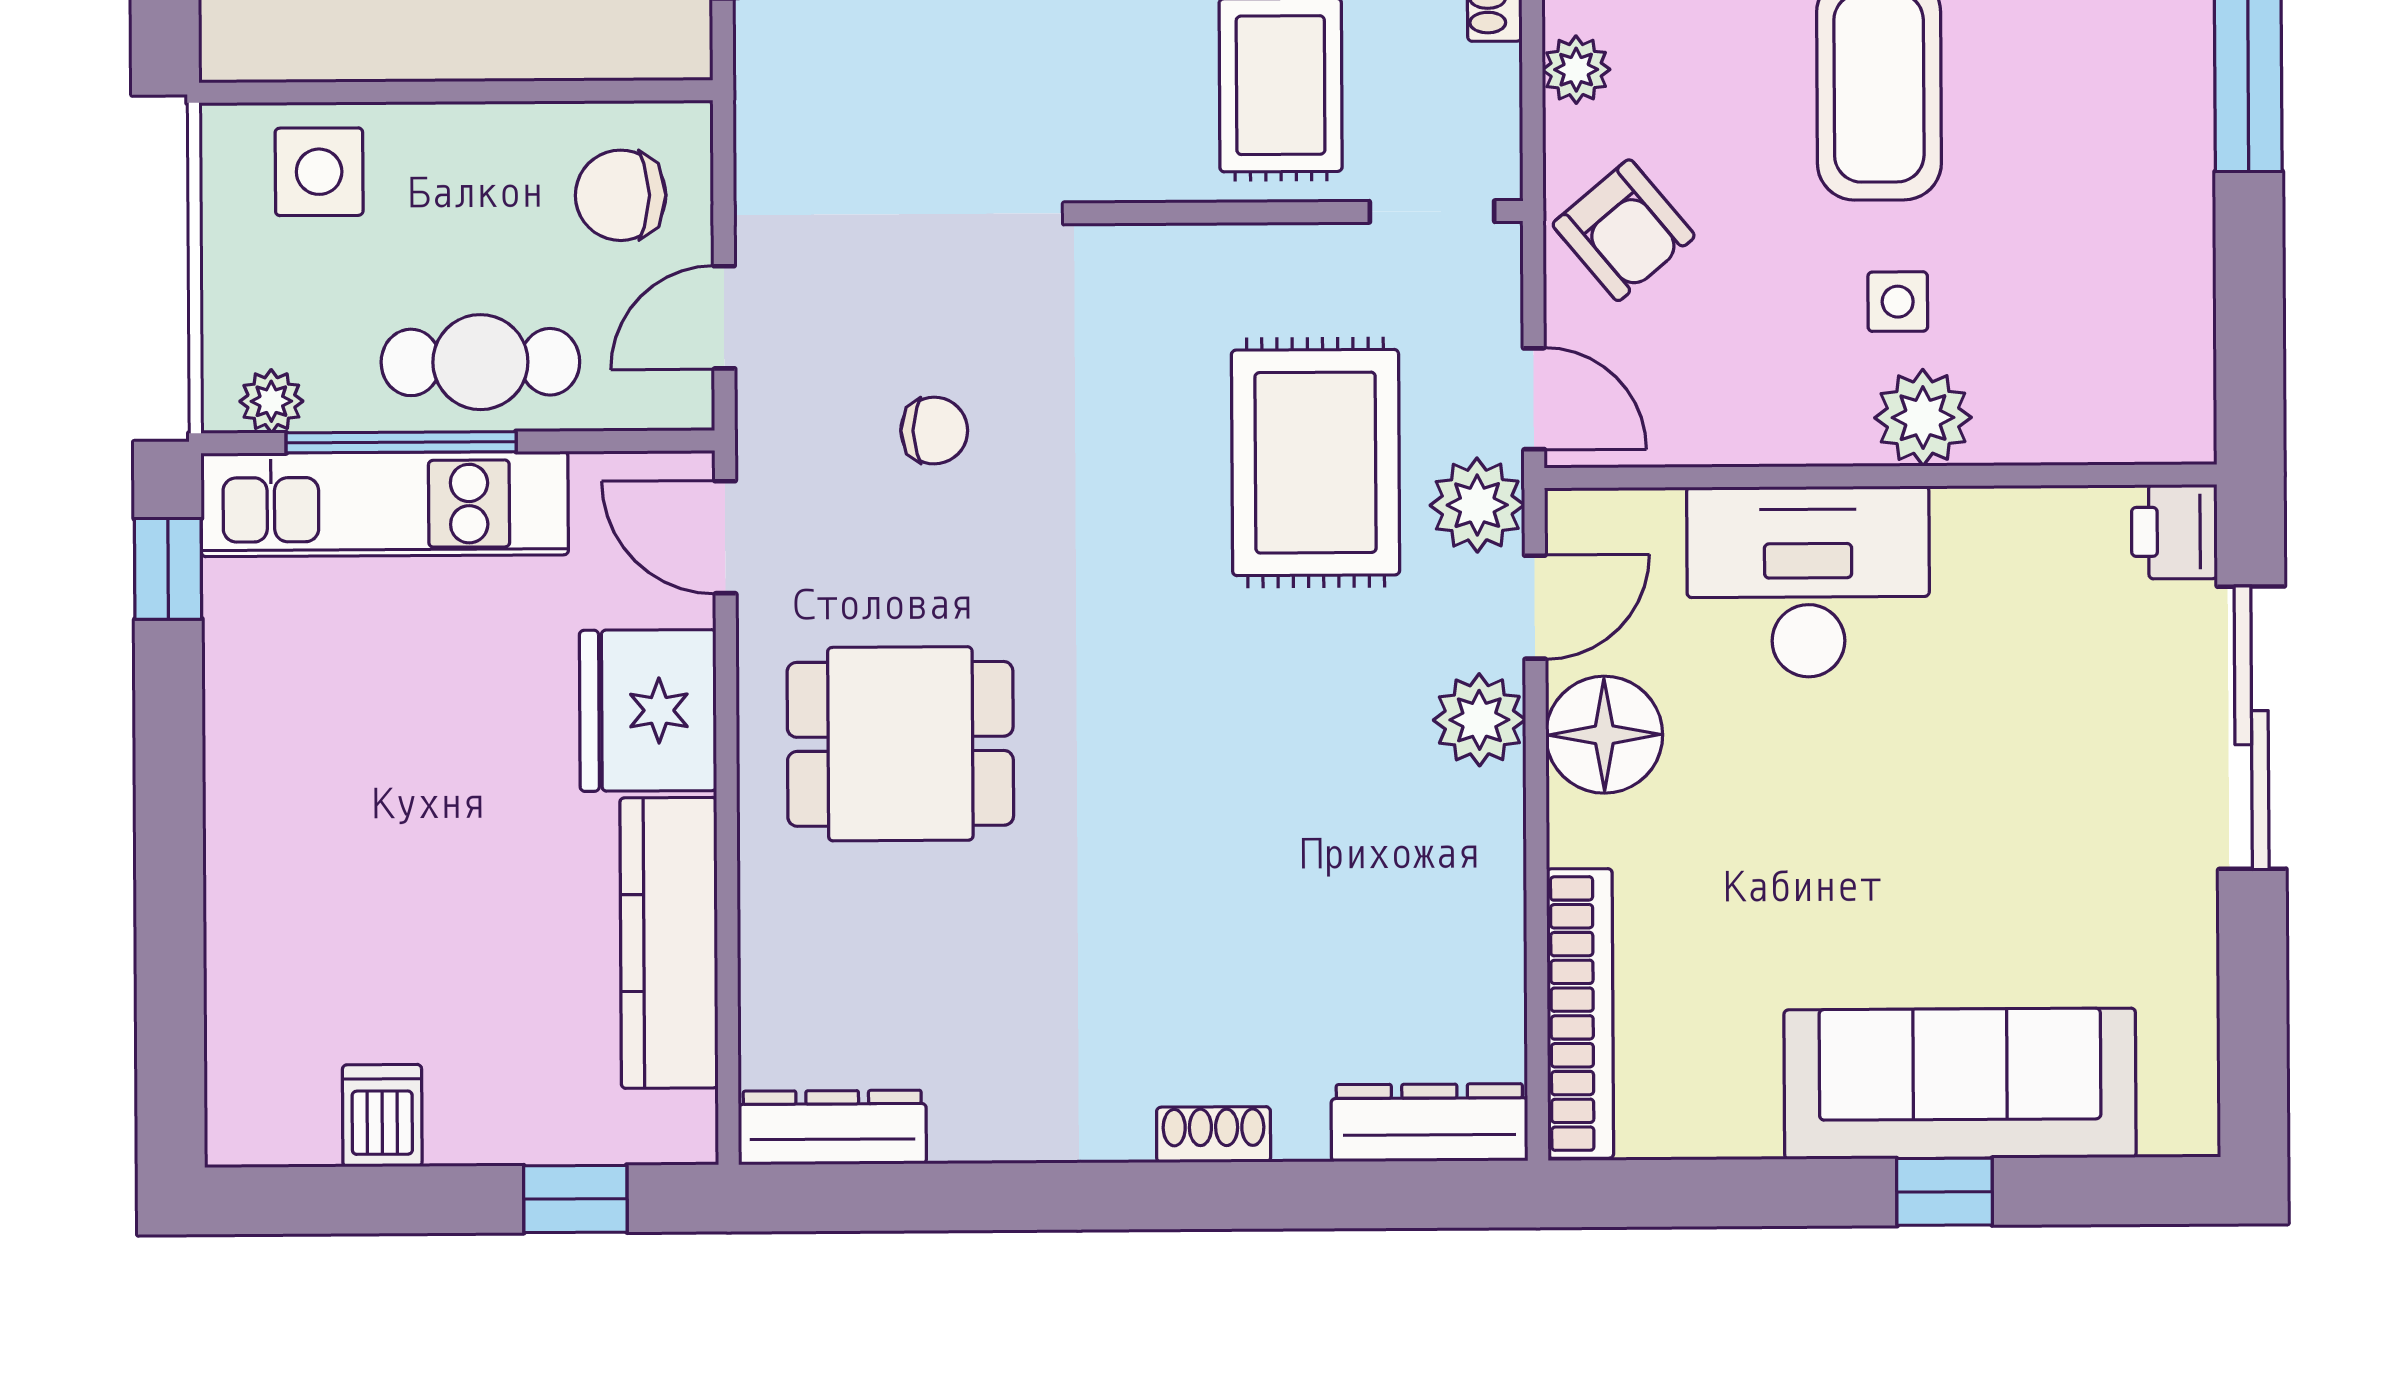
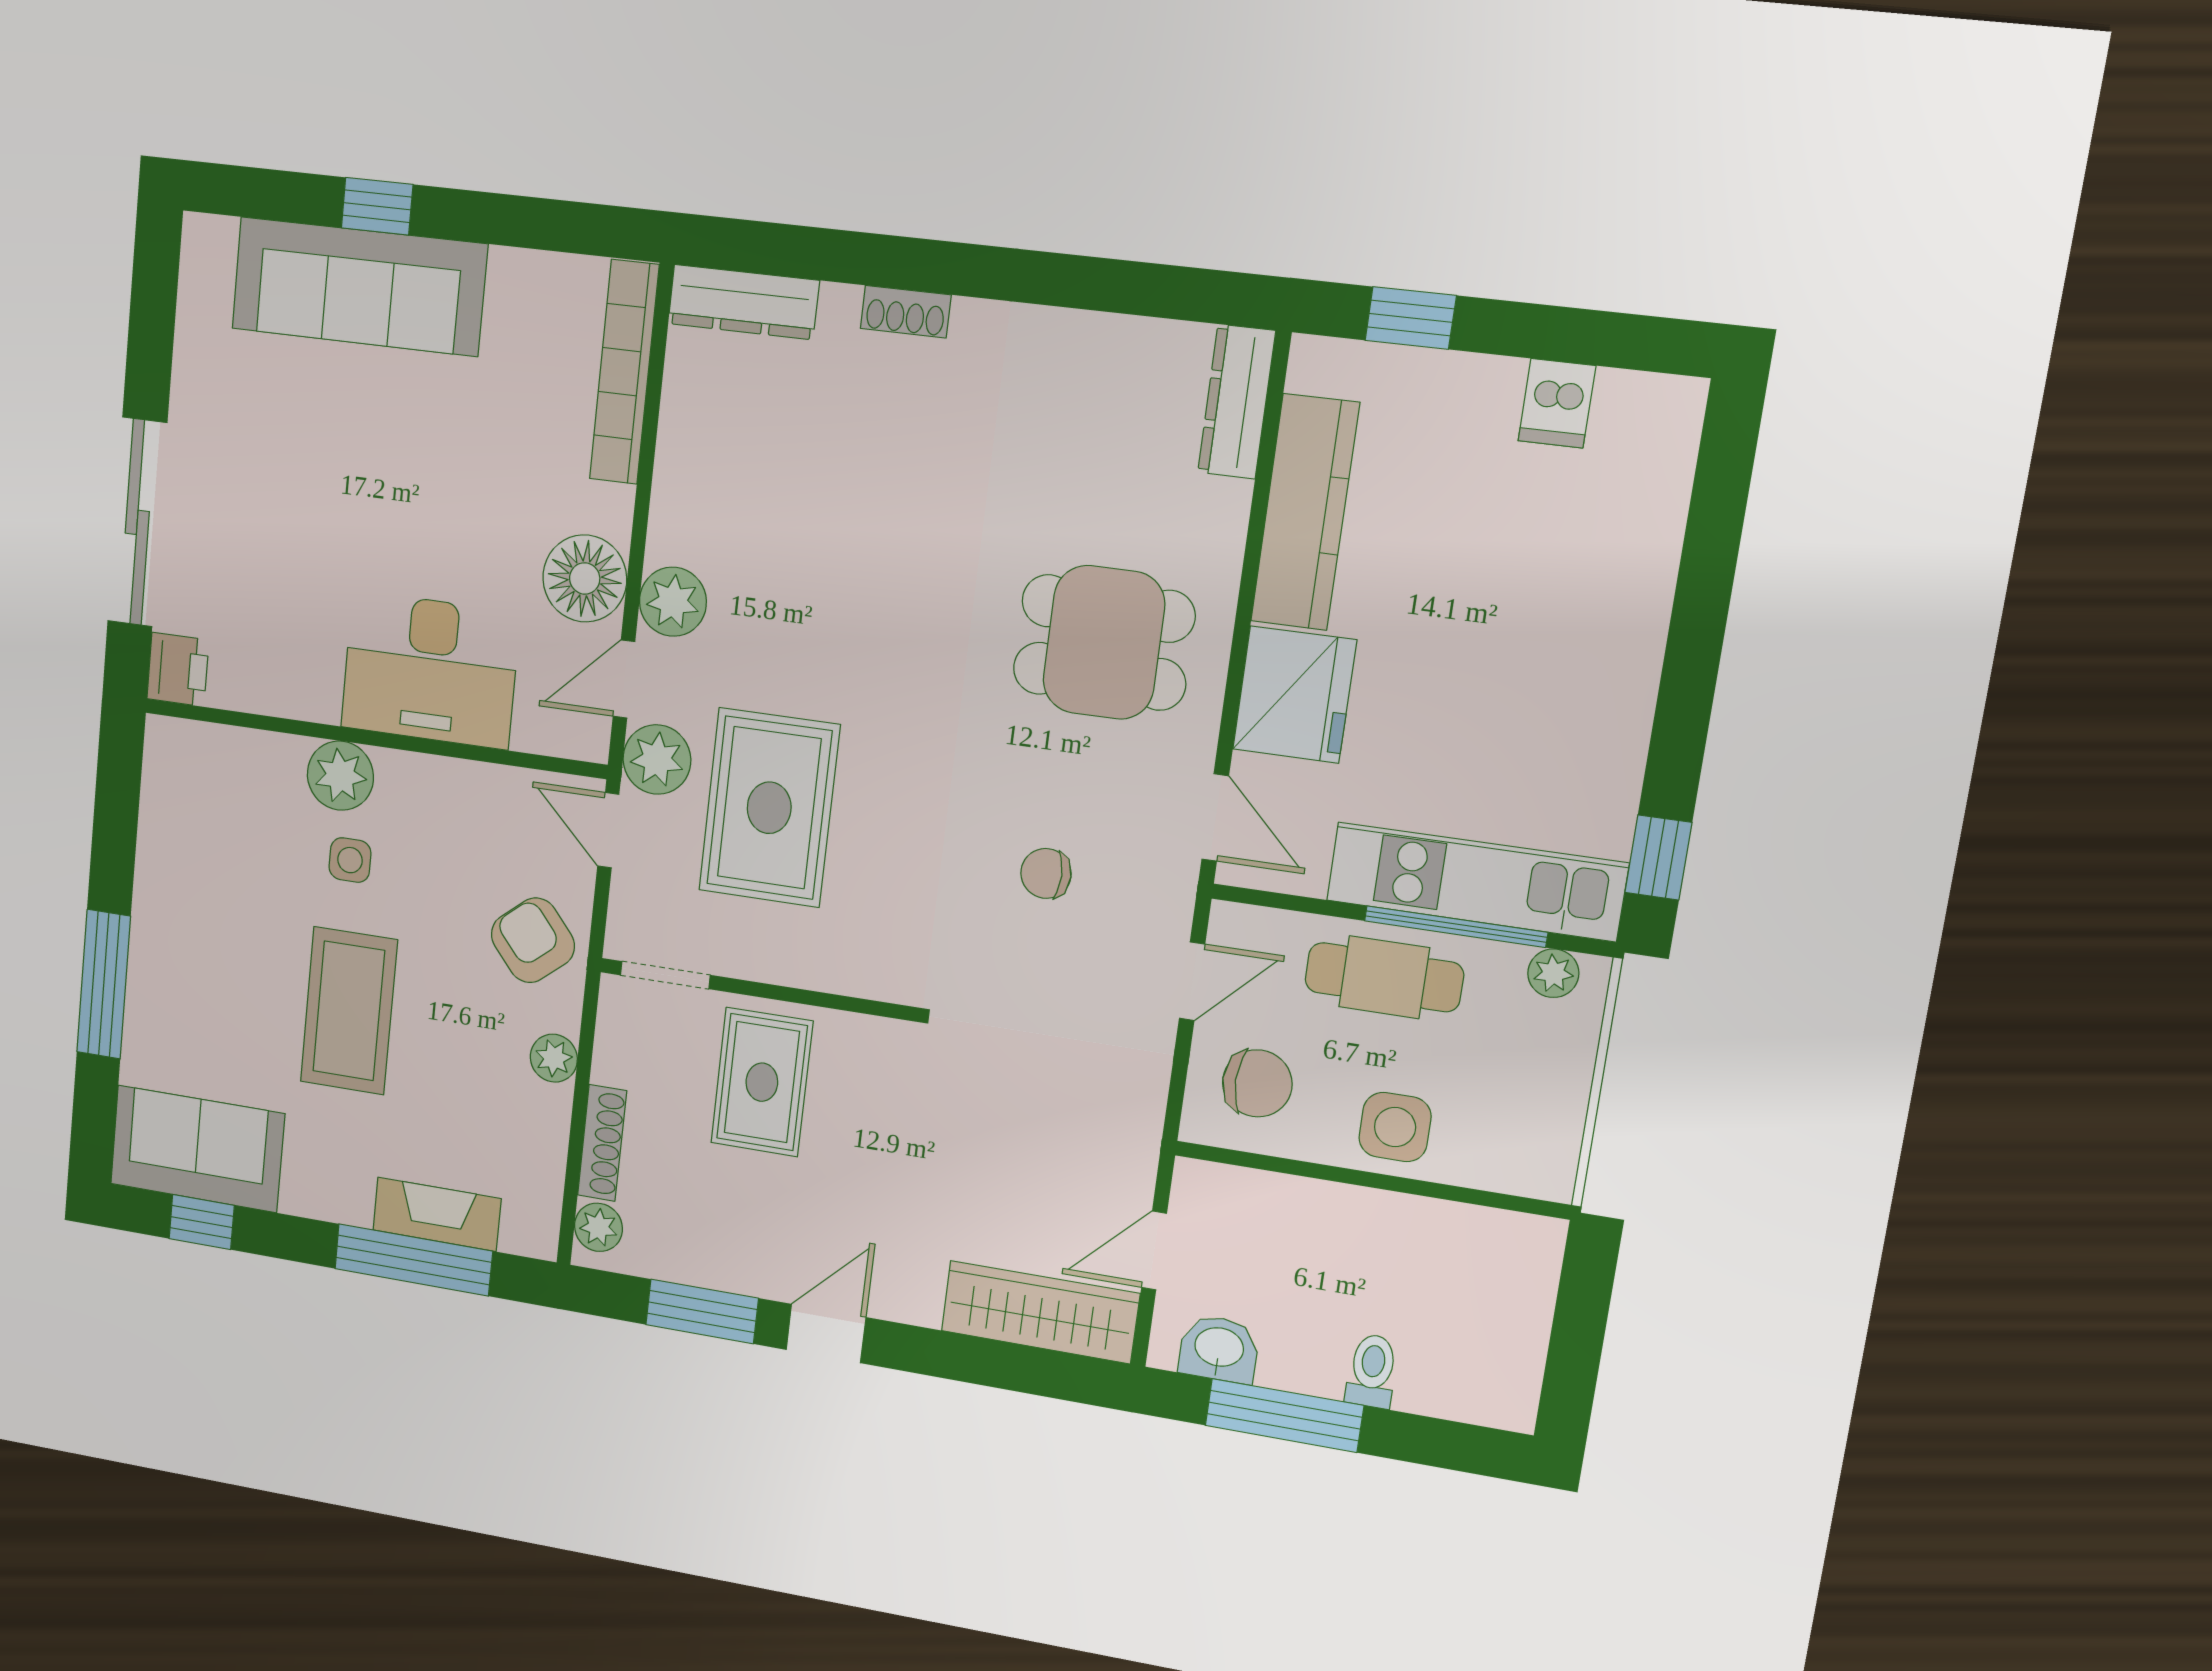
side table: (319, 172) -> (1395, 1127), moved
dresser: (832, 1127) -> (1237, 402), moved, turned 90

